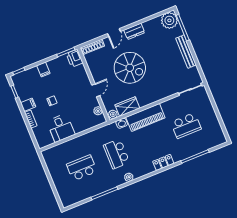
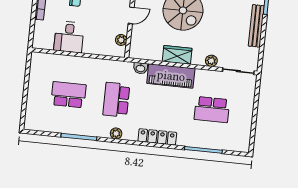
wardrobe: (127, 107) -> (177, 55), moved
plant: (113, 114) -> (211, 61), moved
locker: (163, 162) -> (157, 137), width x1.53

